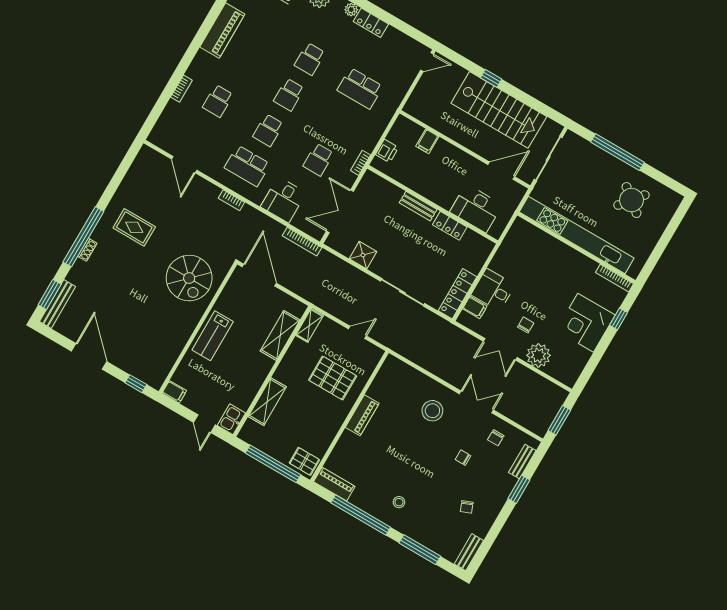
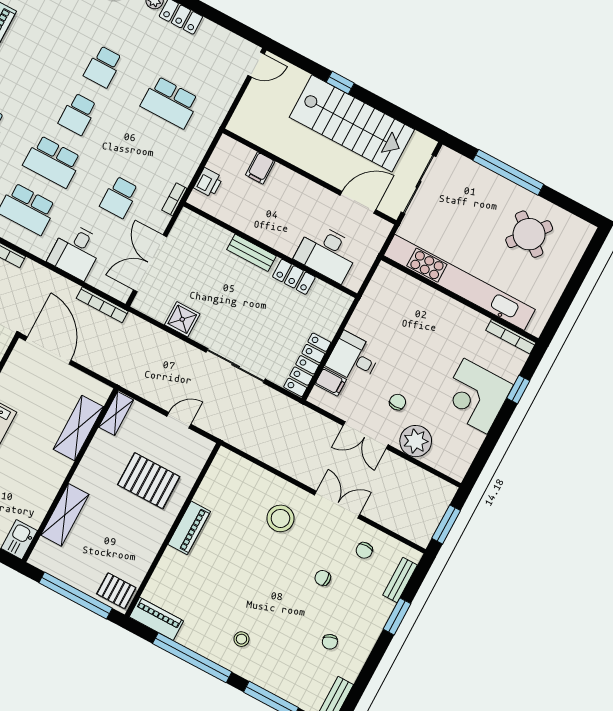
school desk: (268, 130) -> (52, 161), width x1.85

